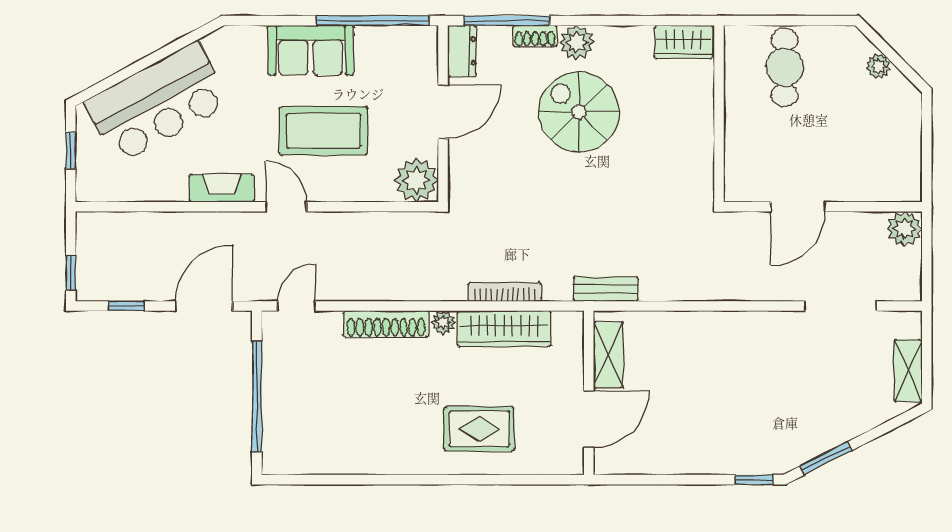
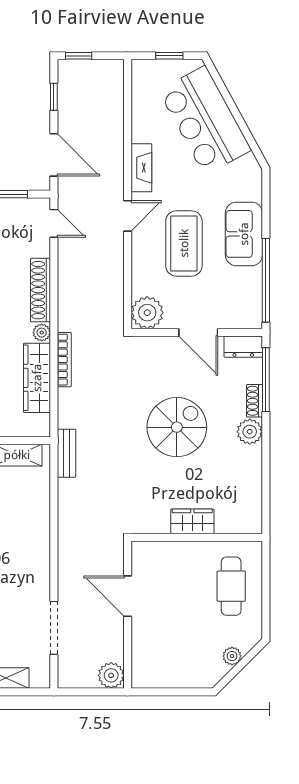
wardrobe: (683, 42) -> (192, 521), moved, turned 90
cafe table: (785, 67) -> (231, 586), turned 90
spiral stairs: (579, 112) -> (177, 427), moved
bookcase: (505, 292) -> (64, 360), moved

